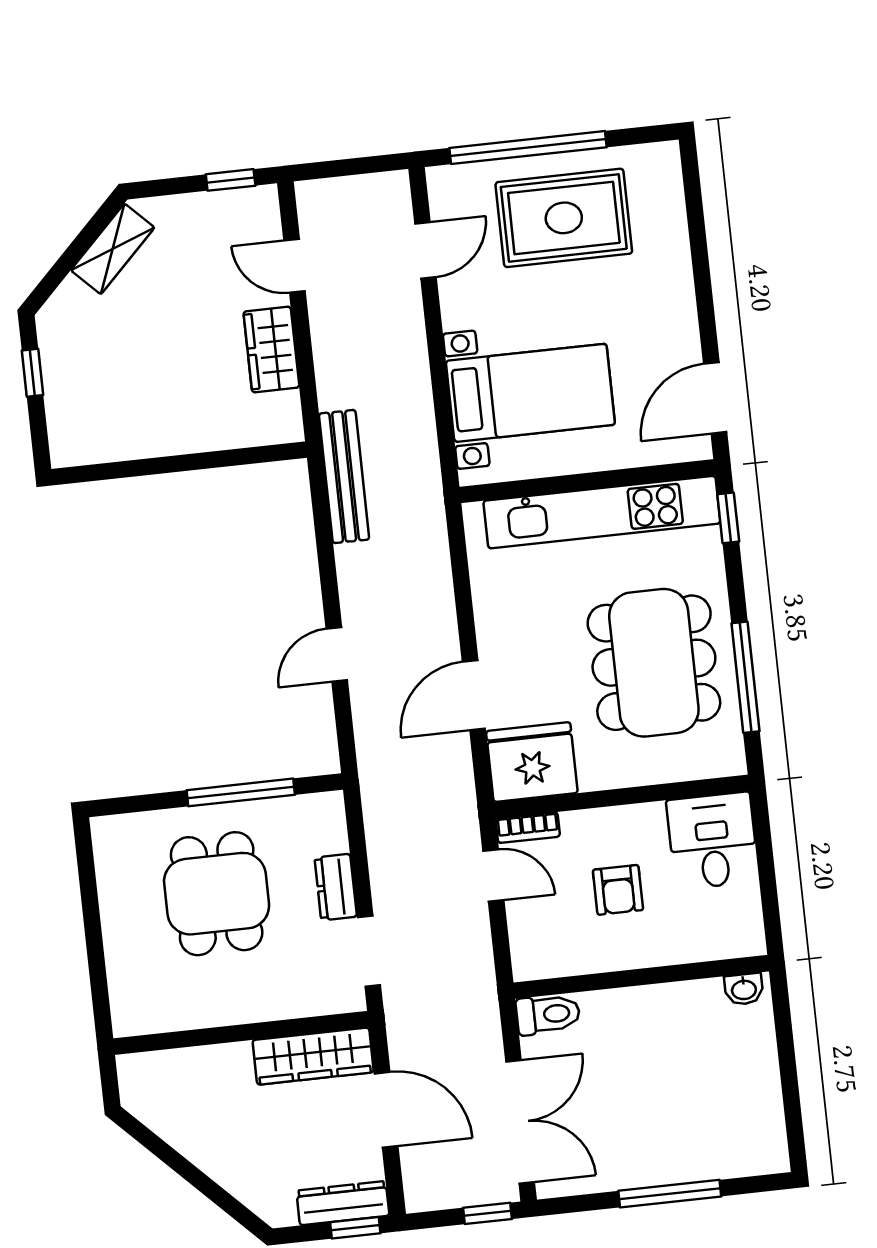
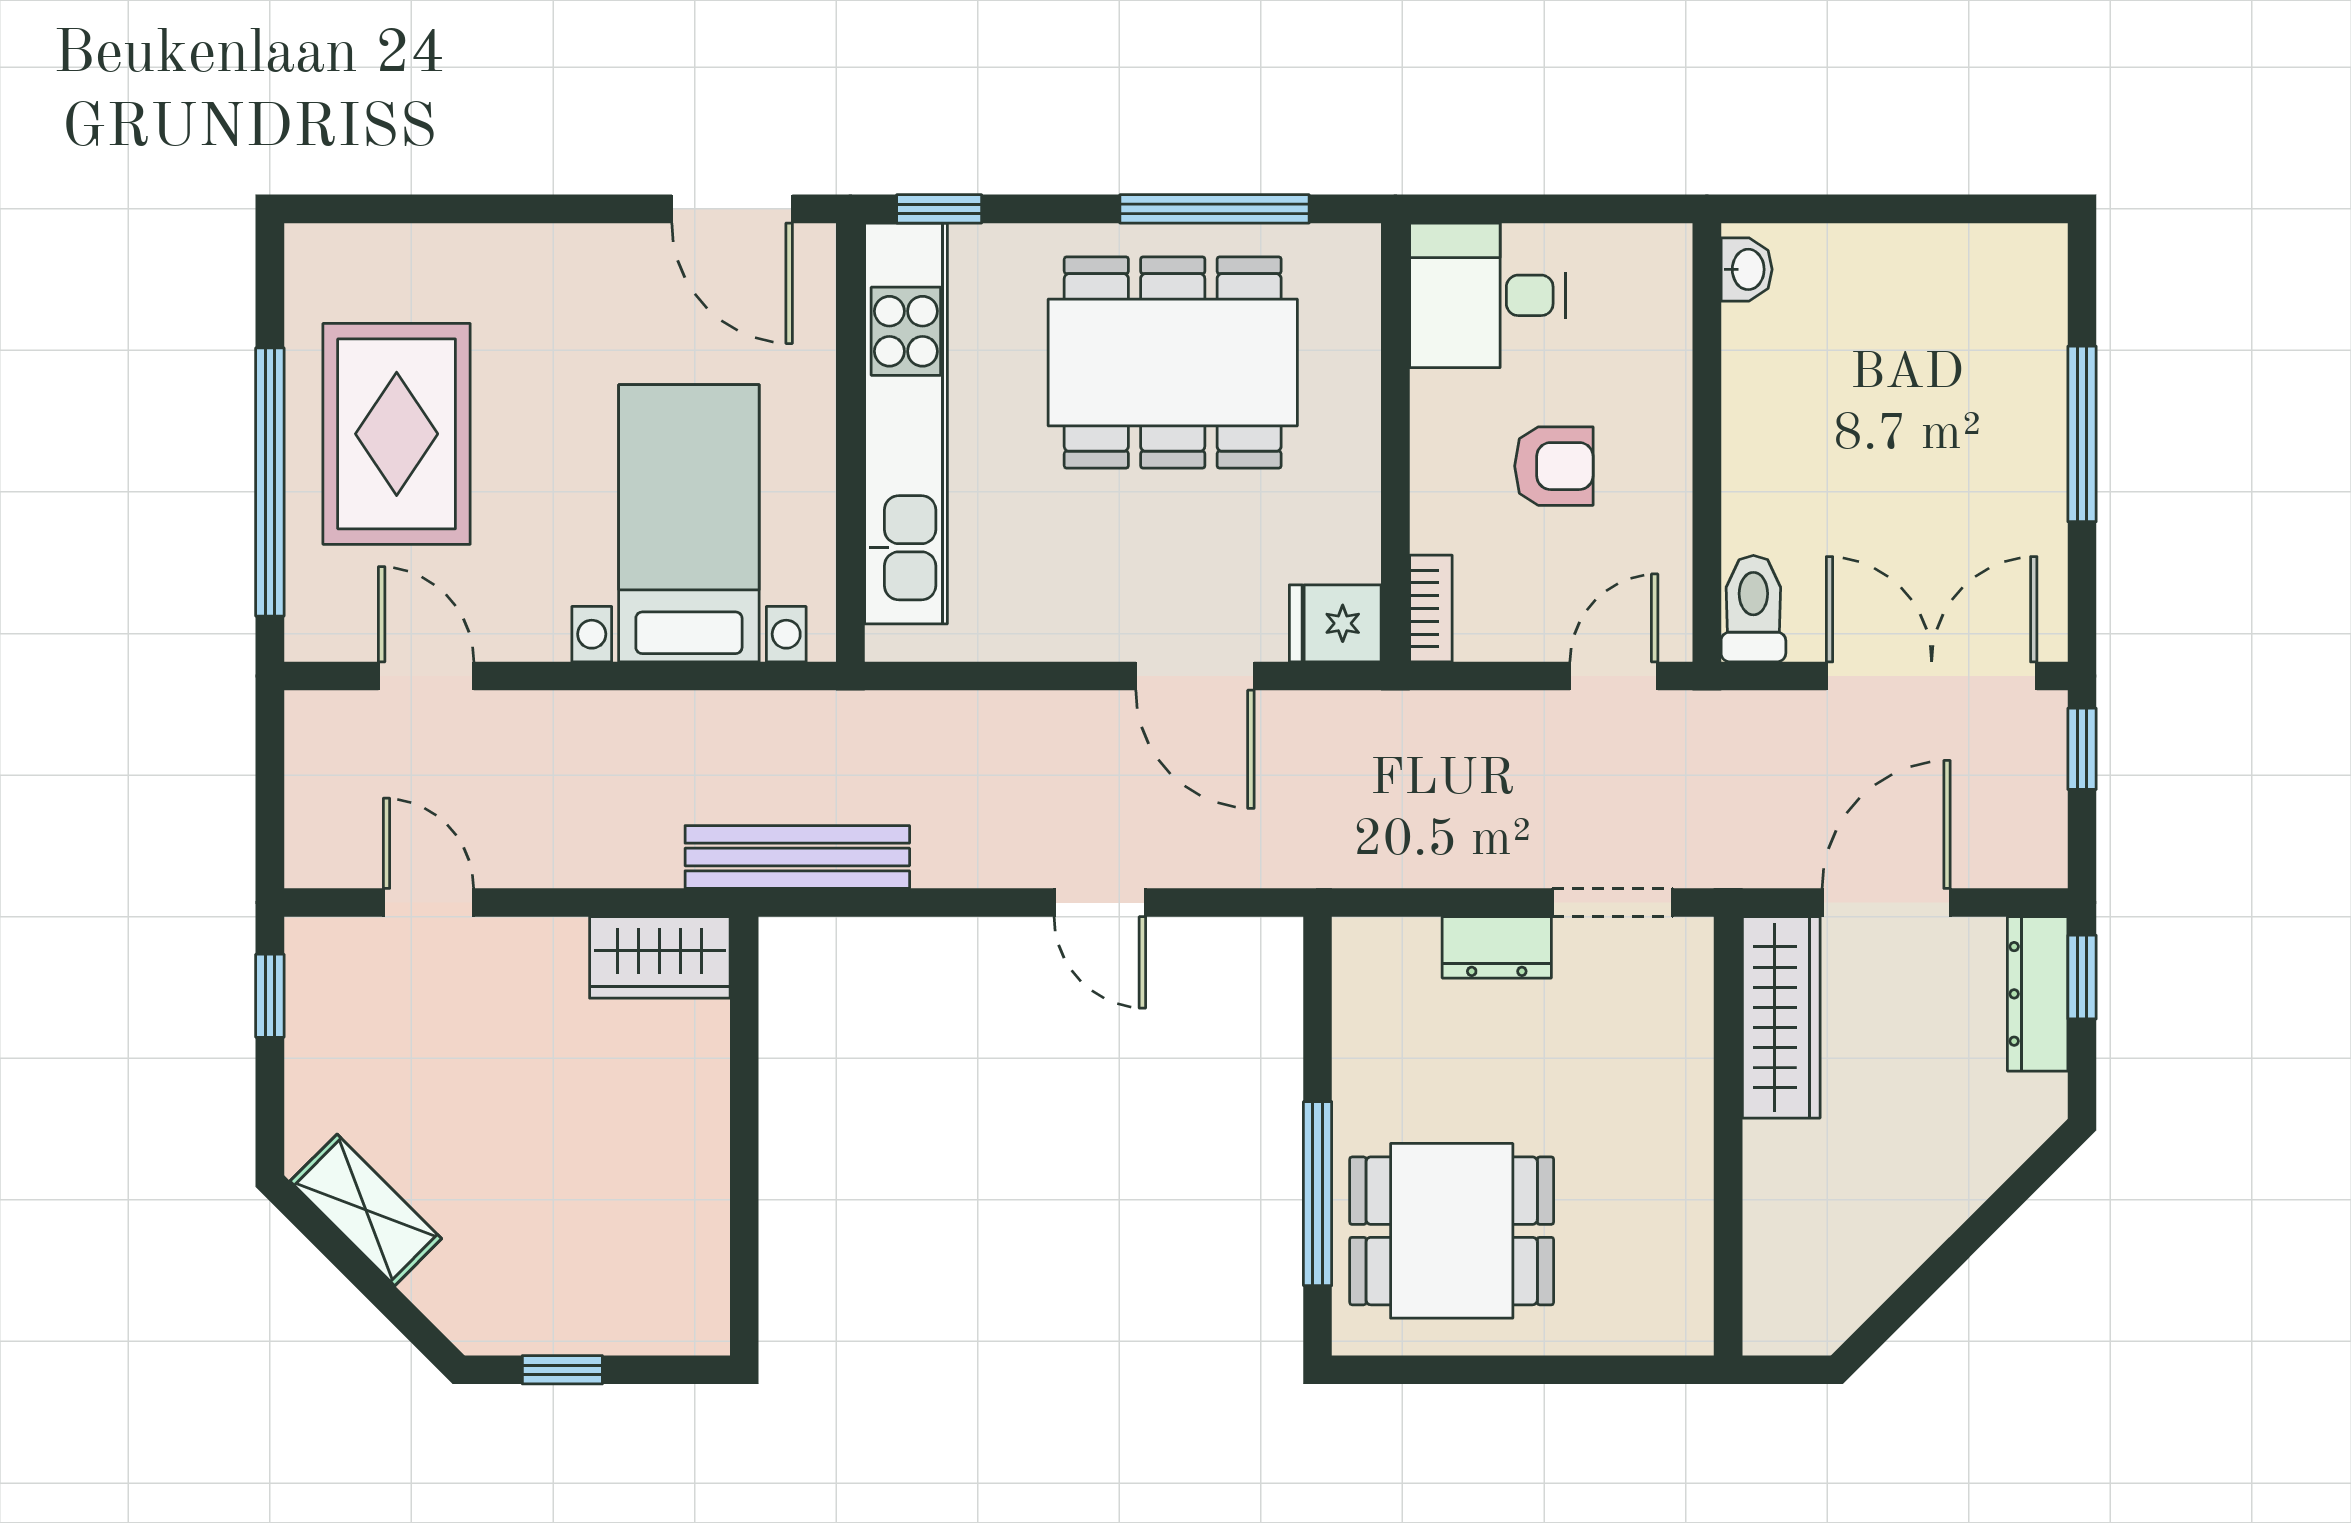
door: (294, 266) -> (428, 903), swing flipped
wardrobe: (271, 349) -> (660, 957), moved
fridge: (532, 762) -> (1335, 623), width x0.53, depth x0.75
window: (241, 792) -> (1318, 1194), moved
door: (493, 875) -> (1614, 676), moved
dining table: (217, 894) -> (1452, 1231), moved

